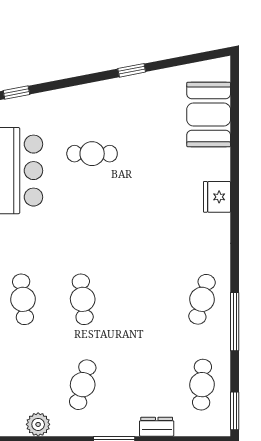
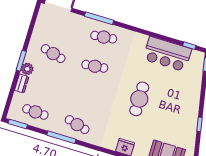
cafe table: (92, 154) -> (139, 99), moved, width x1.37, depth x1.35
plant: (38, 424) -> (27, 69), moved

